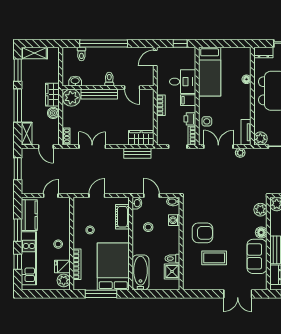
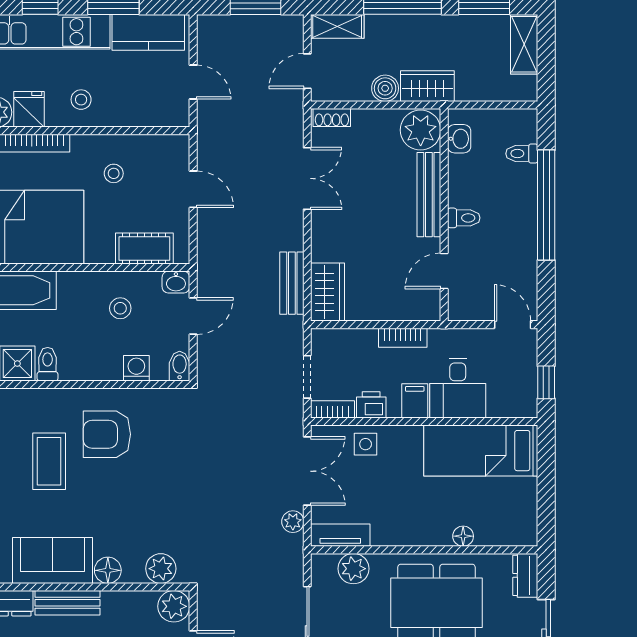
plant: (260, 138) -> (353, 569), moved
armchair: (203, 233) -> (107, 434), turned 90

